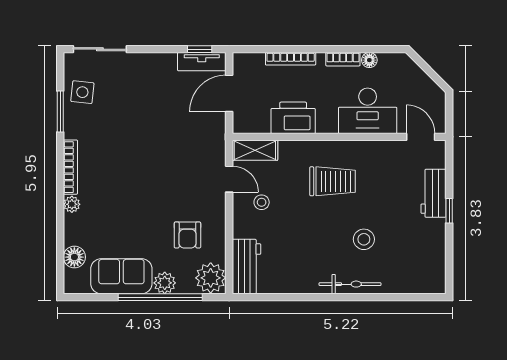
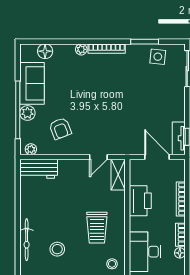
stool: (262, 202) -> (112, 264), moved
armchair: (187, 235) -> (60, 129), turned -111
plant: (211, 278) -> (31, 149), width x0.53, depth x0.53

